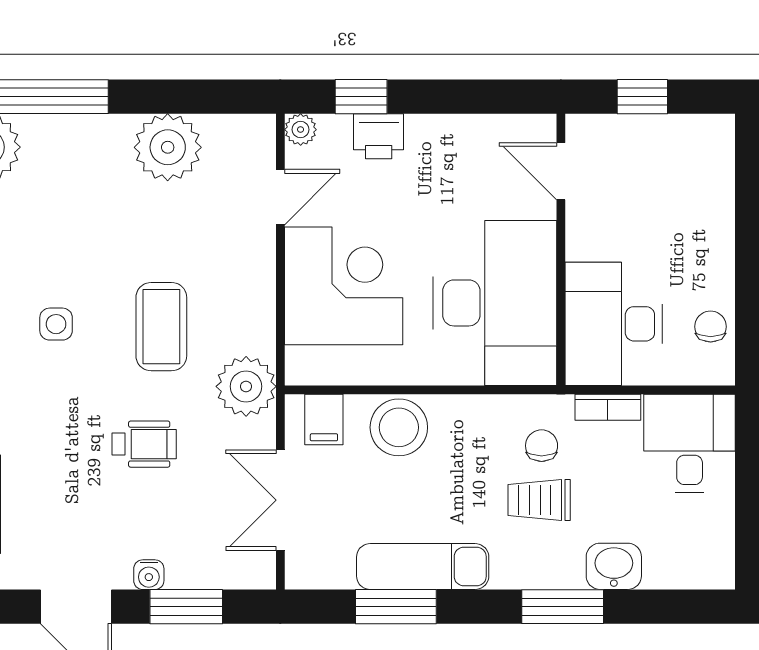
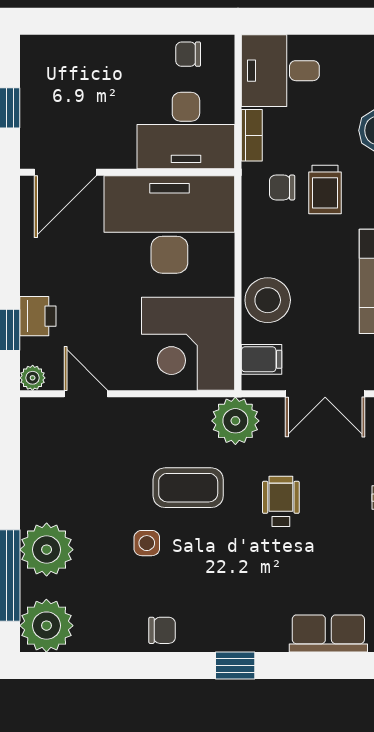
plant: (168, 147) -> (47, 550), moved
door: (561, 171) -> (65, 172), width x1.38
corner desk: (344, 286) -> (188, 344), moved, turned -90
side table: (56, 324) -> (147, 543), moved

